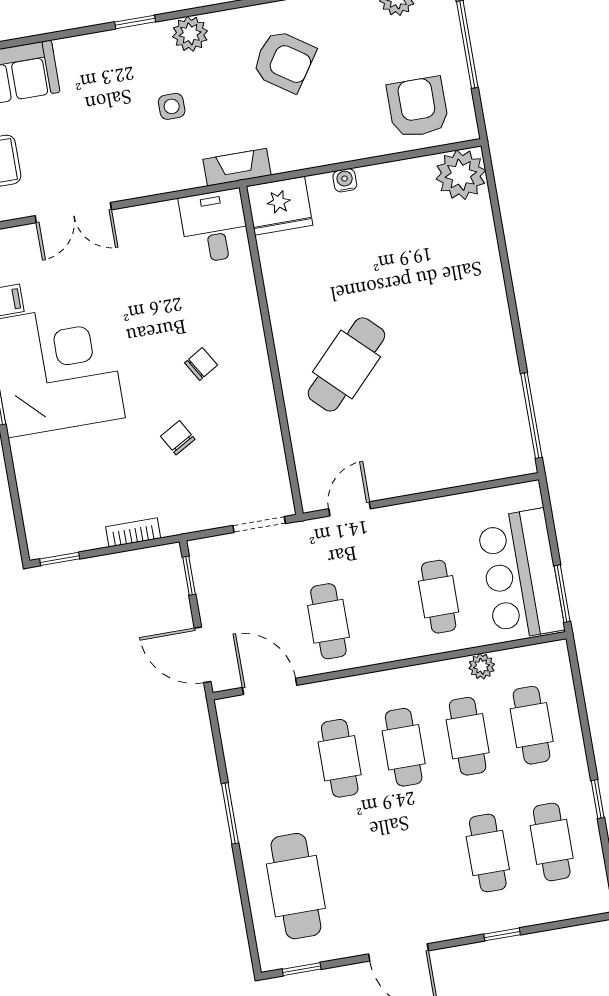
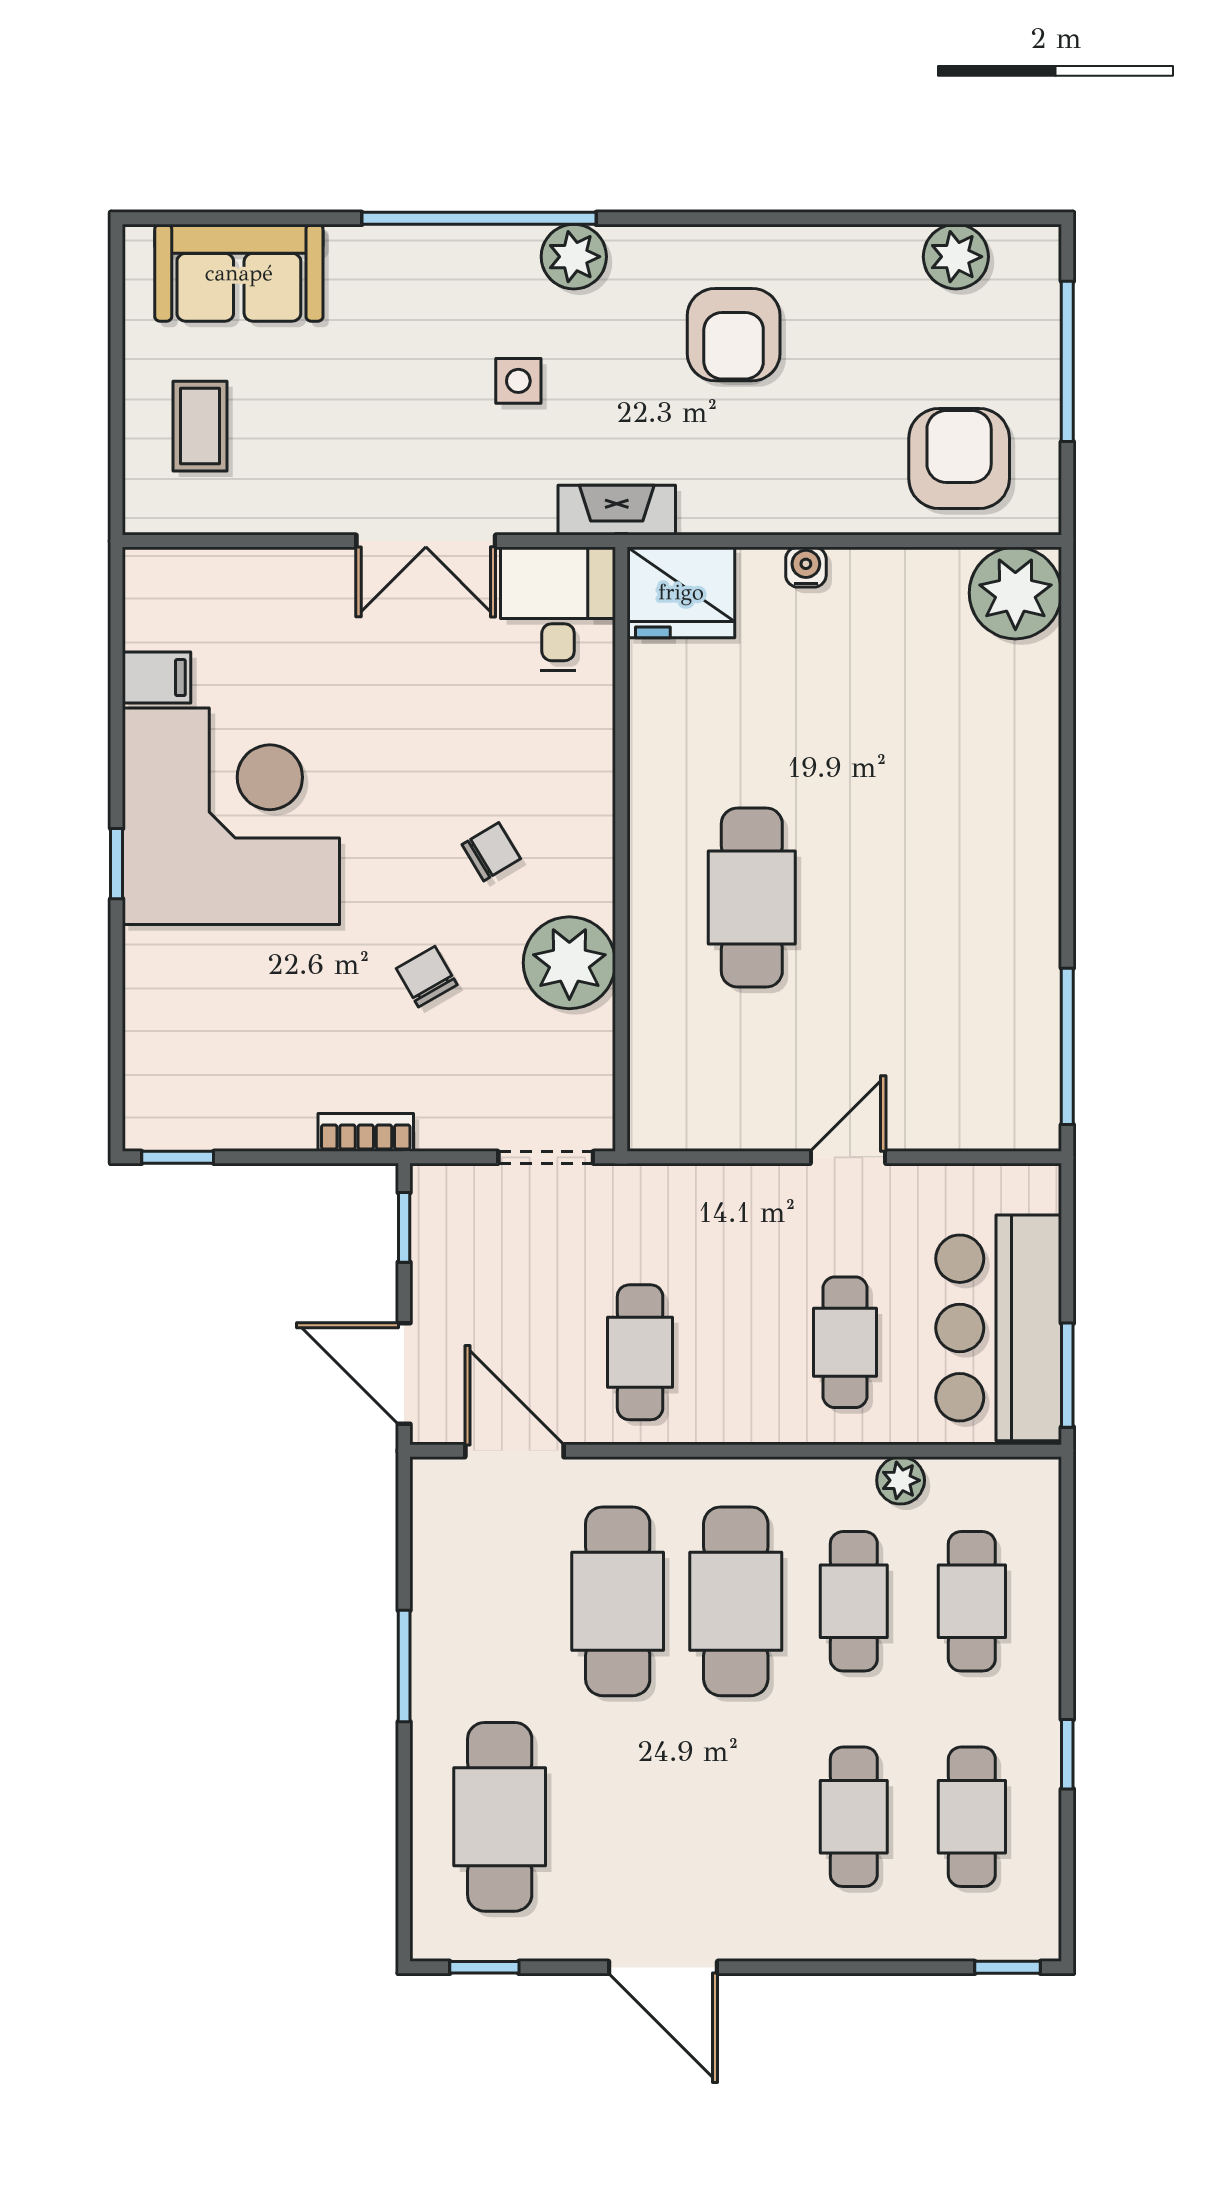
window: (135, 22) -> (479, 218), width x3.17
armchair: (284, 61) -> (734, 335), turned 56
double door: (73, 213) -> (426, 541), moved
cafe table: (346, 364) -> (752, 898), turned -44
plant: (254, 417) -> (569, 963), added
door: (350, 509) -> (848, 1157), moved
bookcase: (133, 532) -> (366, 1132), moved
cafe table: (404, 747) -> (736, 1601), width x1.37, depth x1.35
cafe table: (340, 758) -> (618, 1601), width x1.37, depth x1.35
window: (502, 934) -> (1008, 1967), moved

